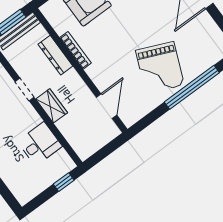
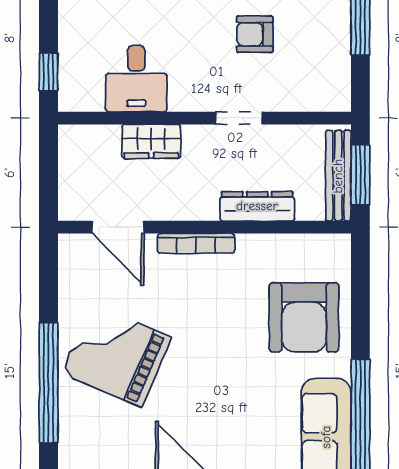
bookcase: (76, 50) -> (196, 243), moved
wardrobe: (52, 106) -> (151, 141), moved

